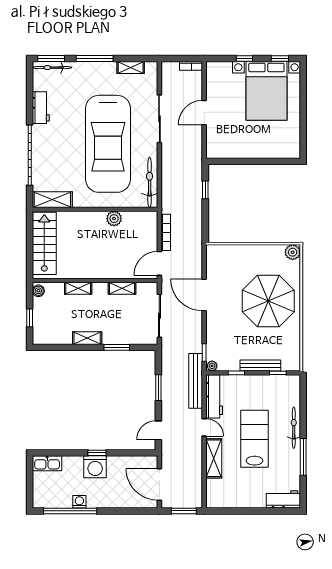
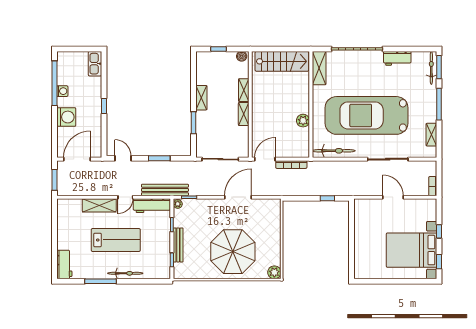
door: (159, 263) -> (265, 159), hinge flipped
shelving: (122, 288) -> (244, 114), moved
washing machine: (95, 467) -> (66, 117), moved, turned 180

